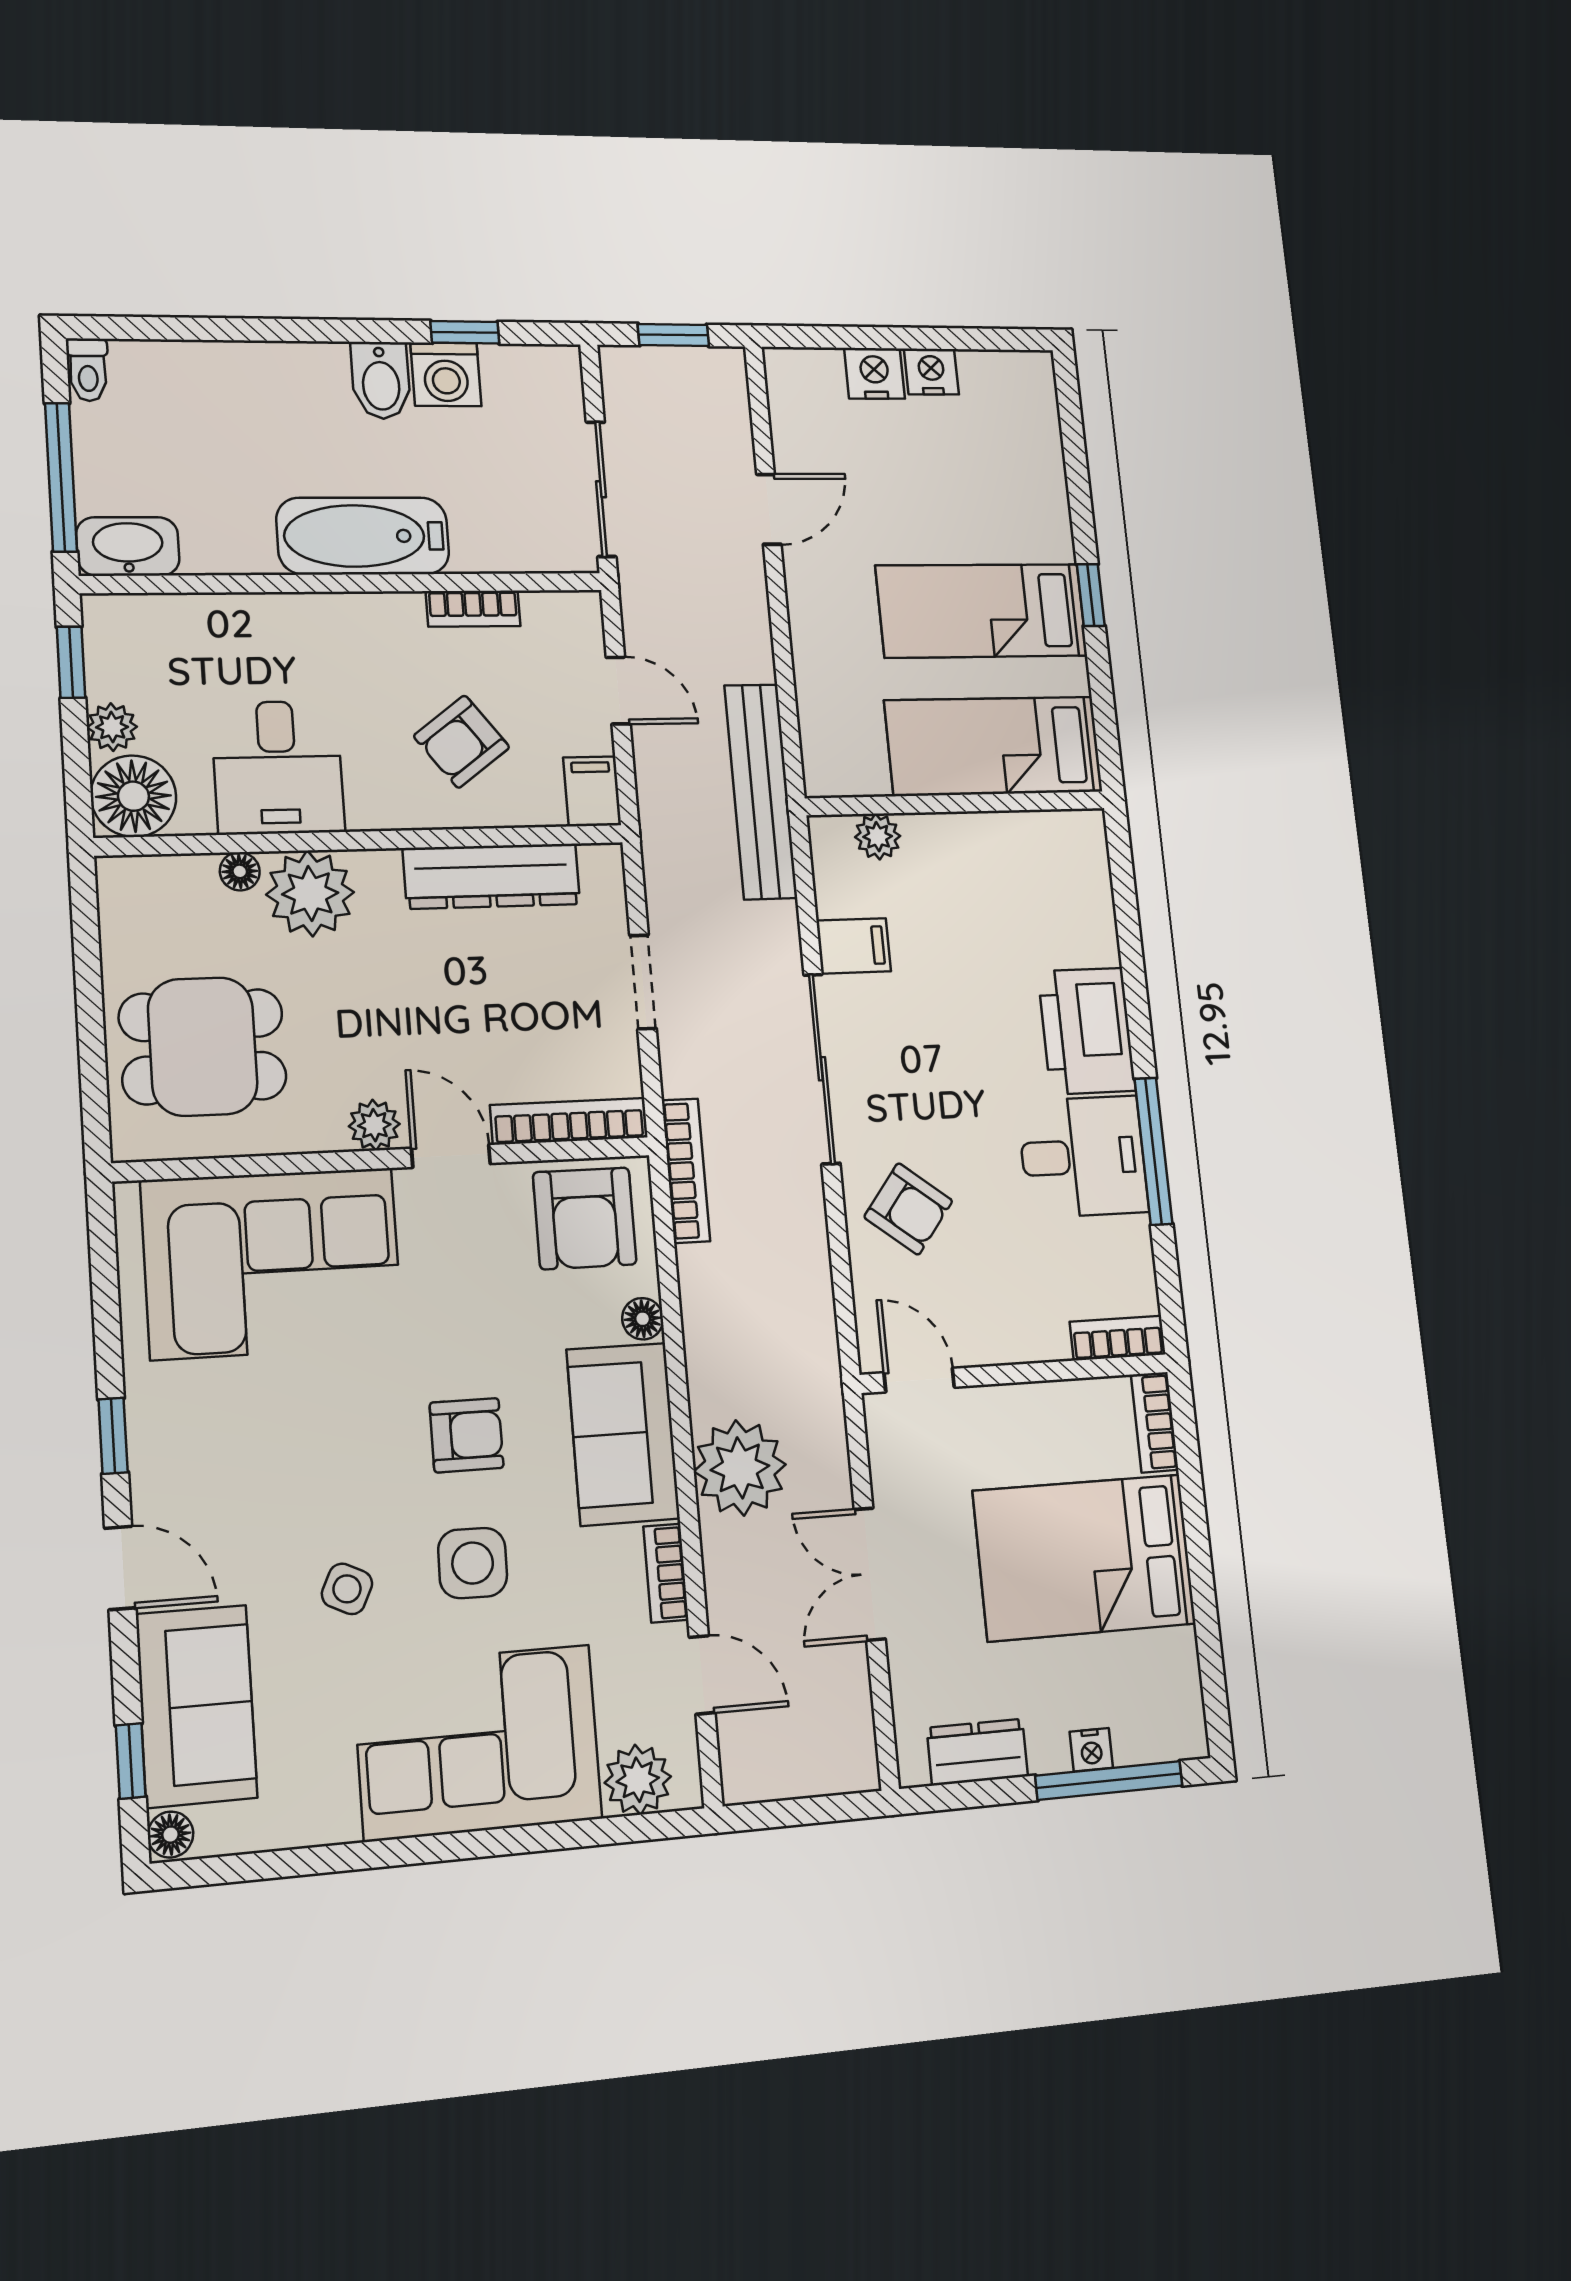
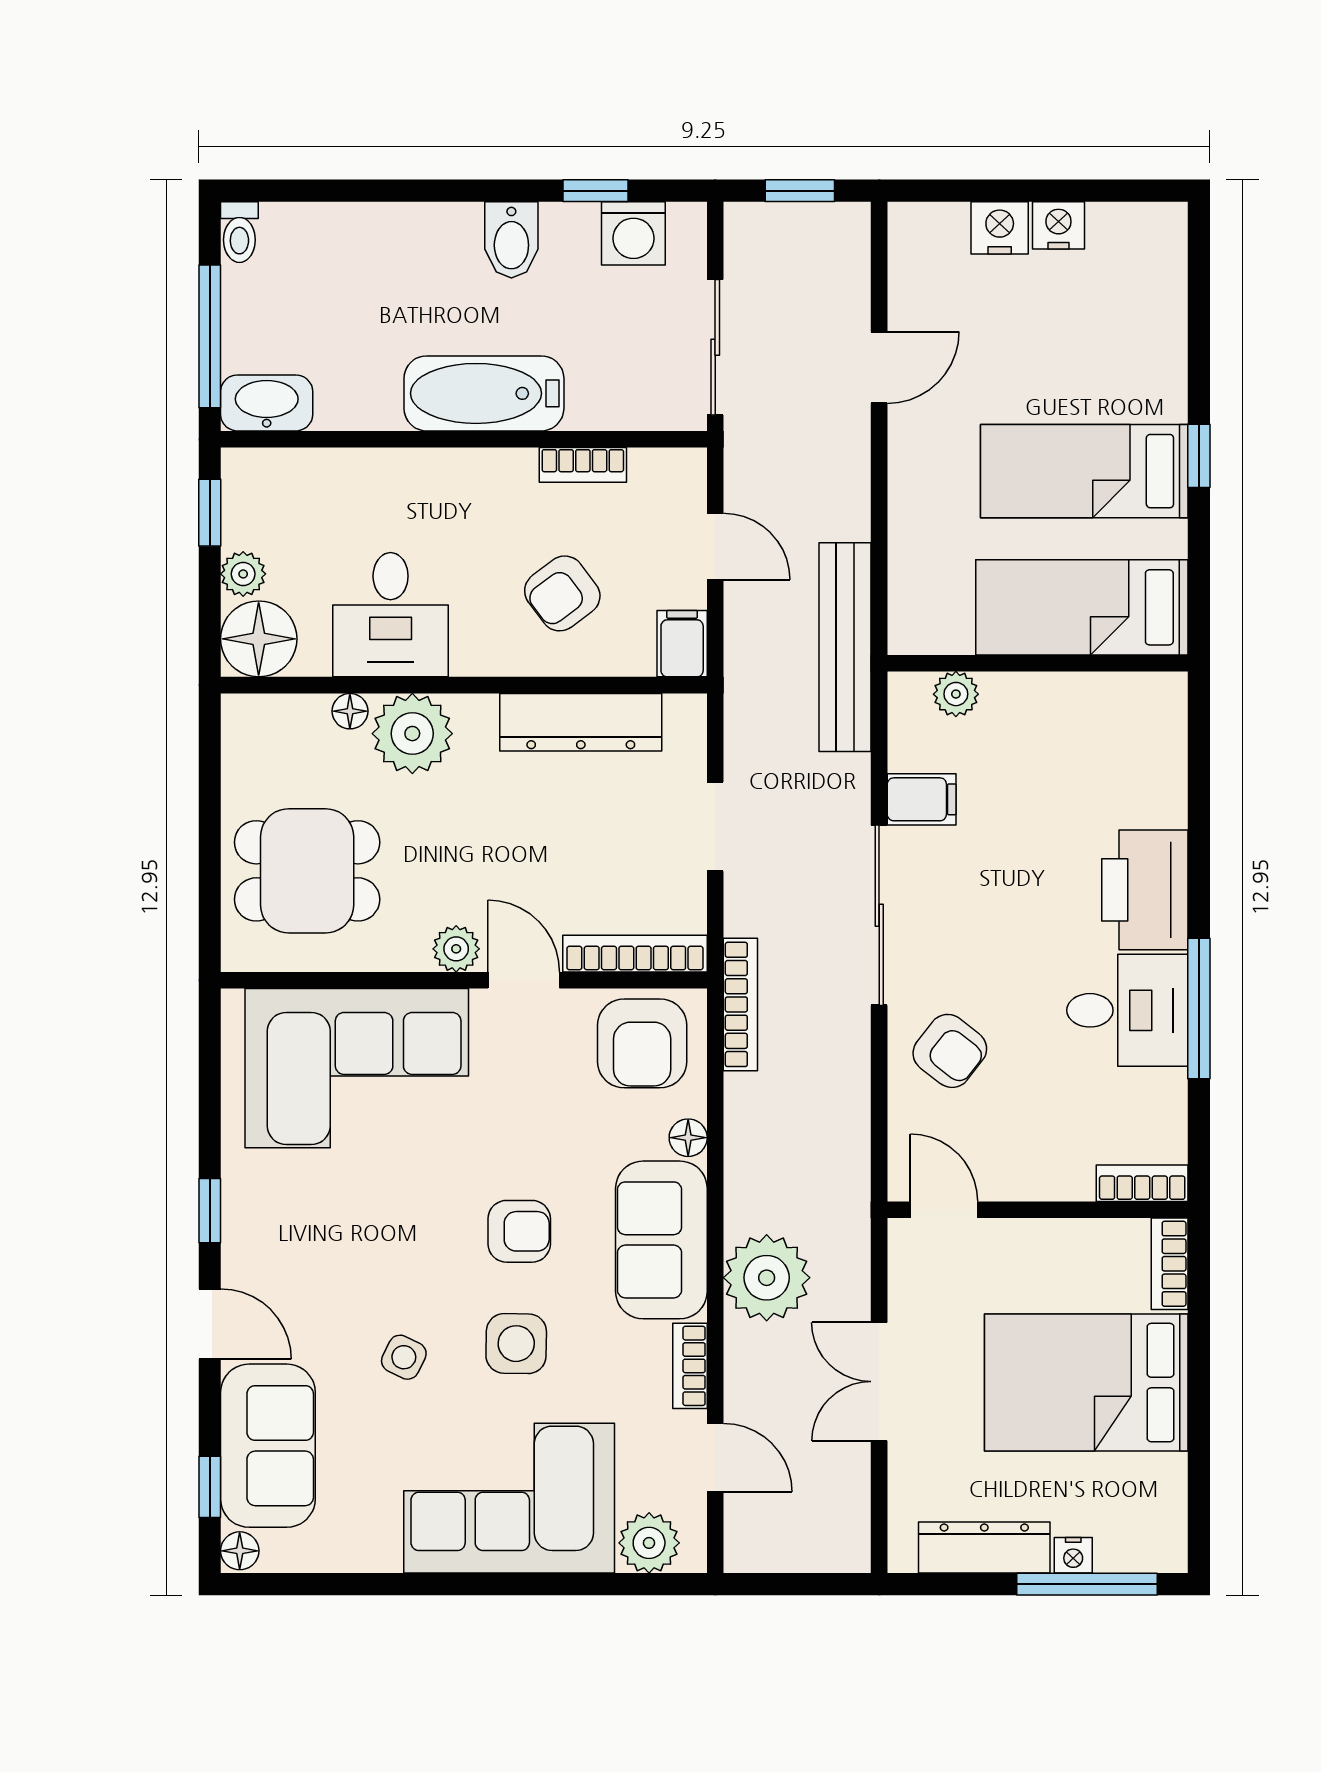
washing machine: (446, 374) -> (633, 233), moved
dresser: (977, 1752) -> (984, 1548), width x1.44

